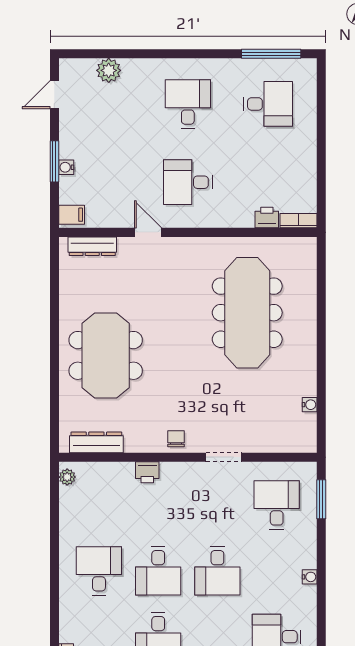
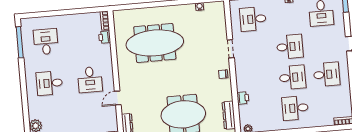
printer: (147, 472) -> (243, 98), moved

